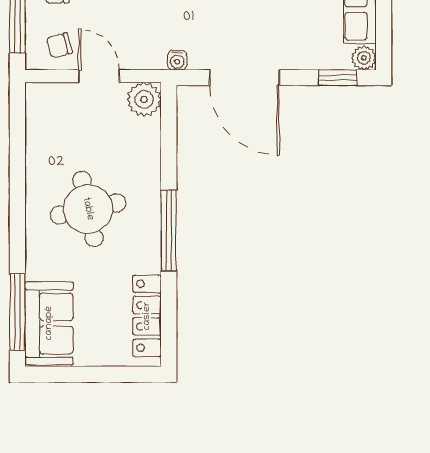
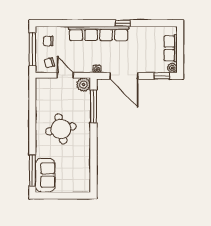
window: (169, 231) -> (93, 106), moved
locker: (147, 316) -> (85, 172), removed

